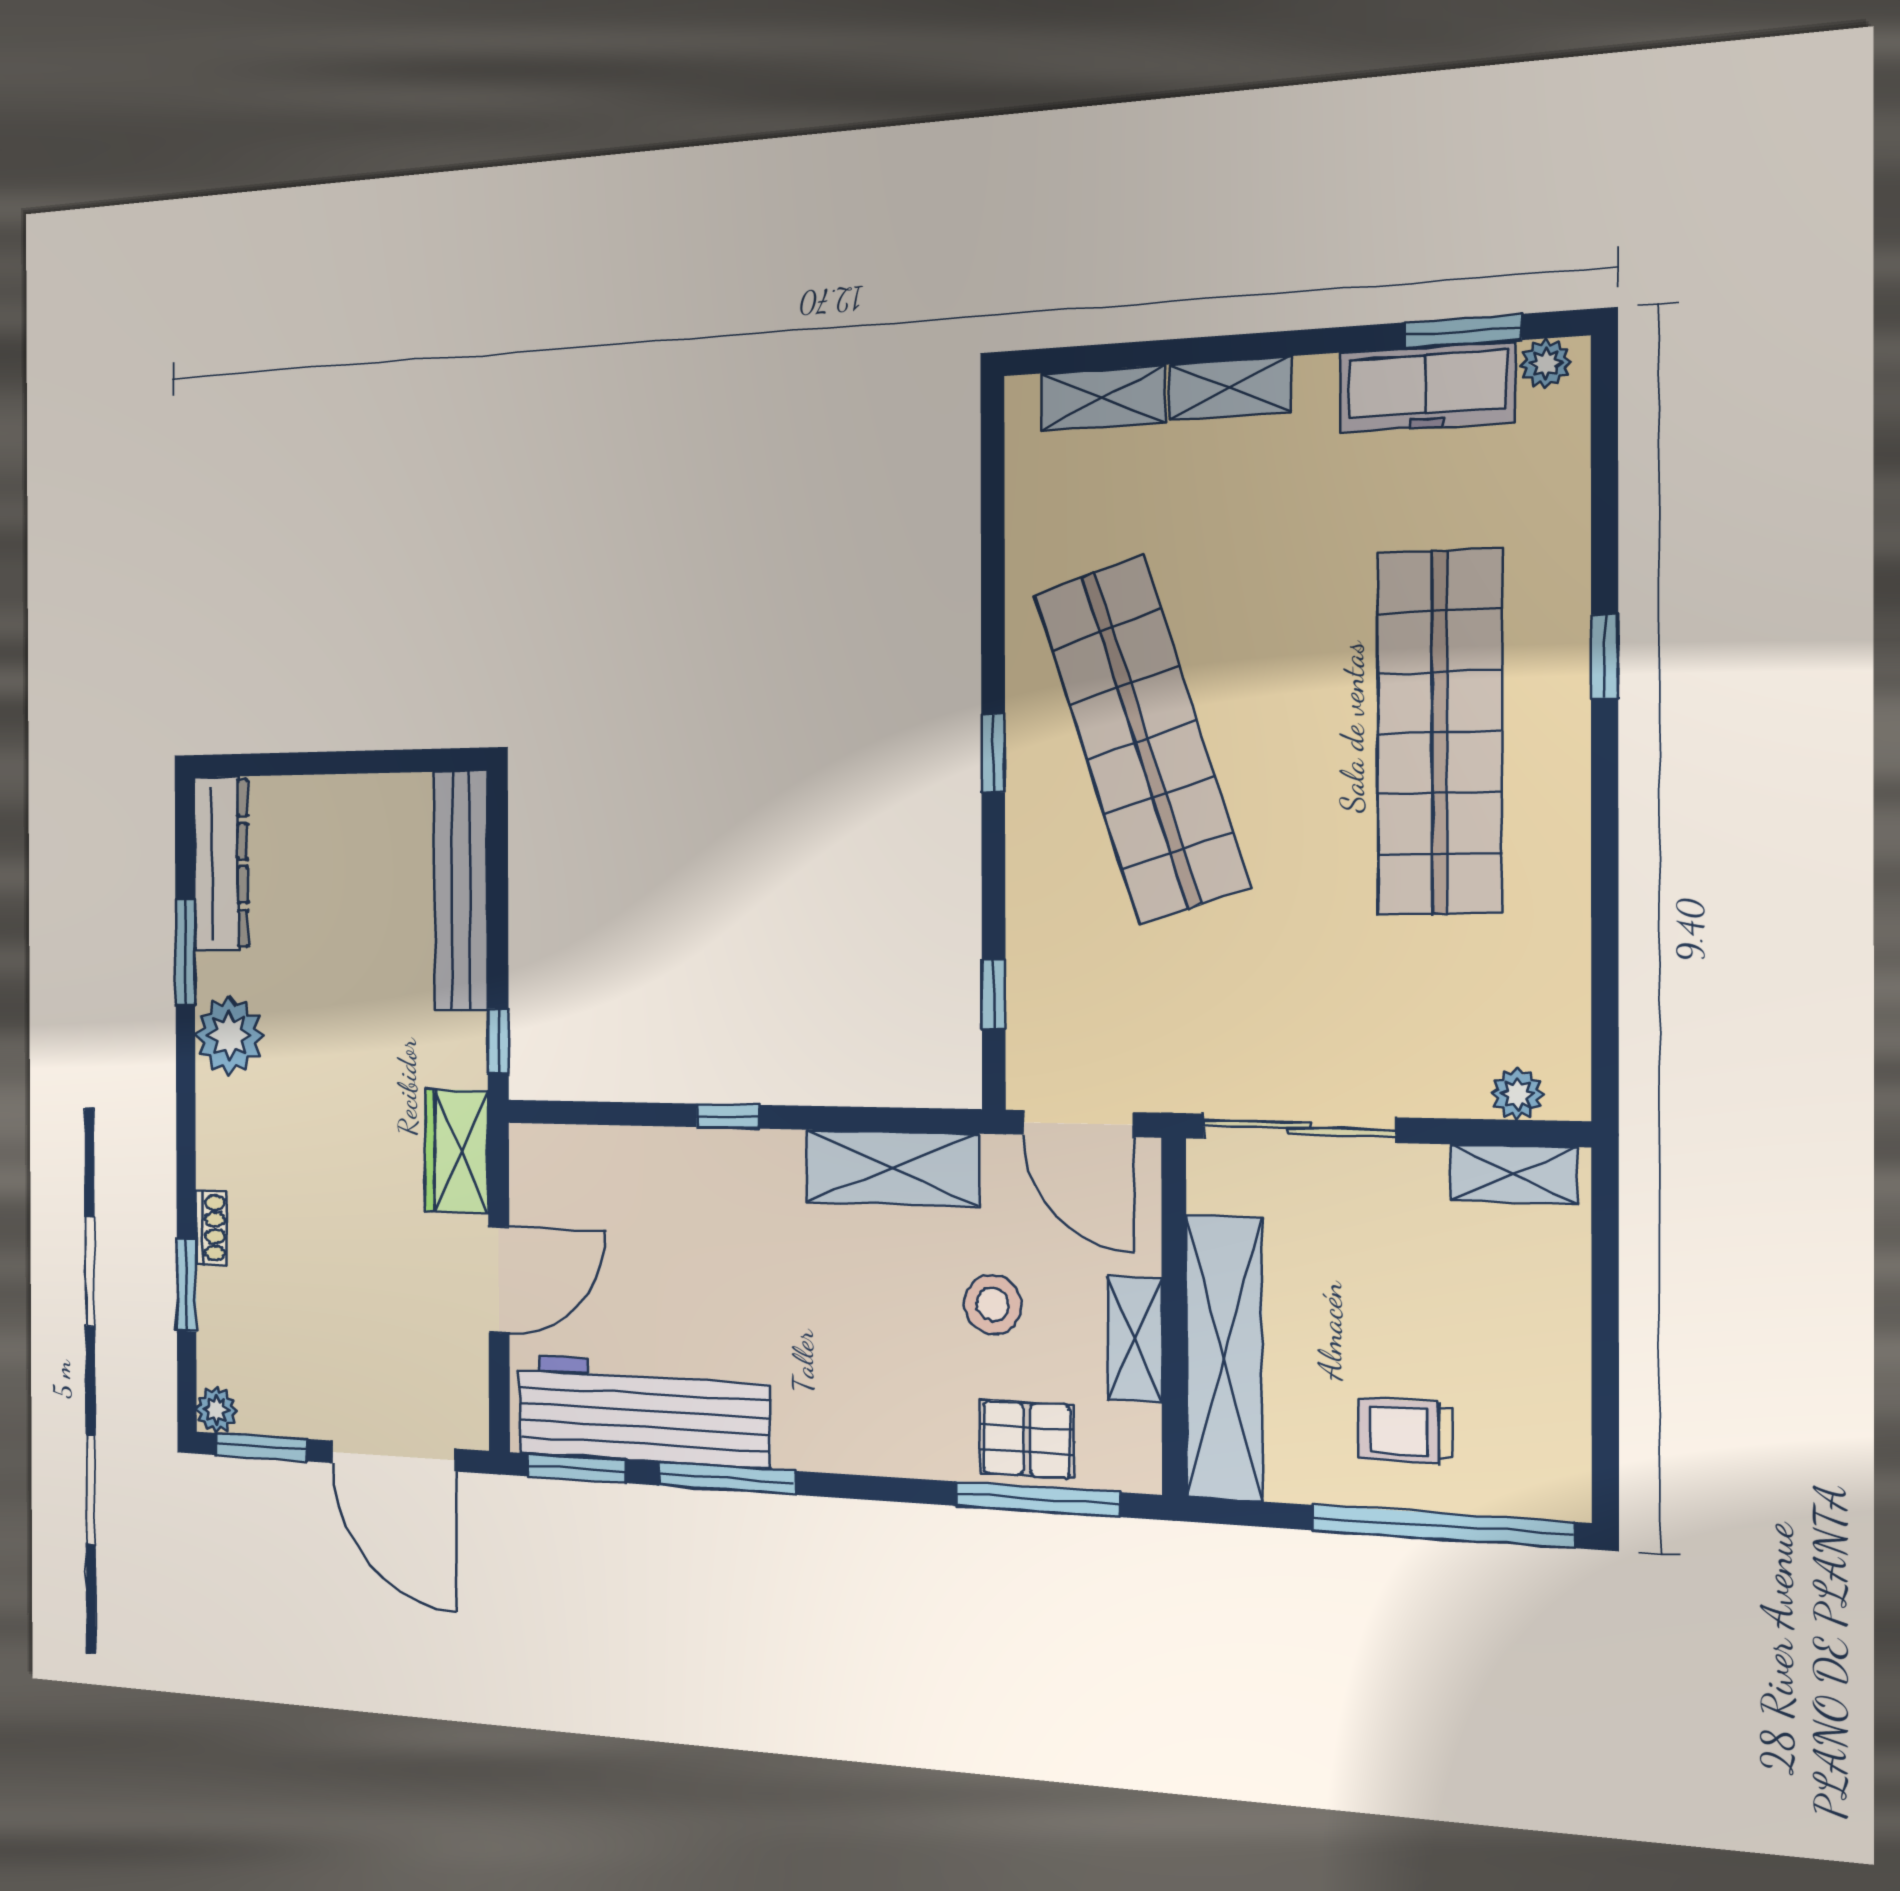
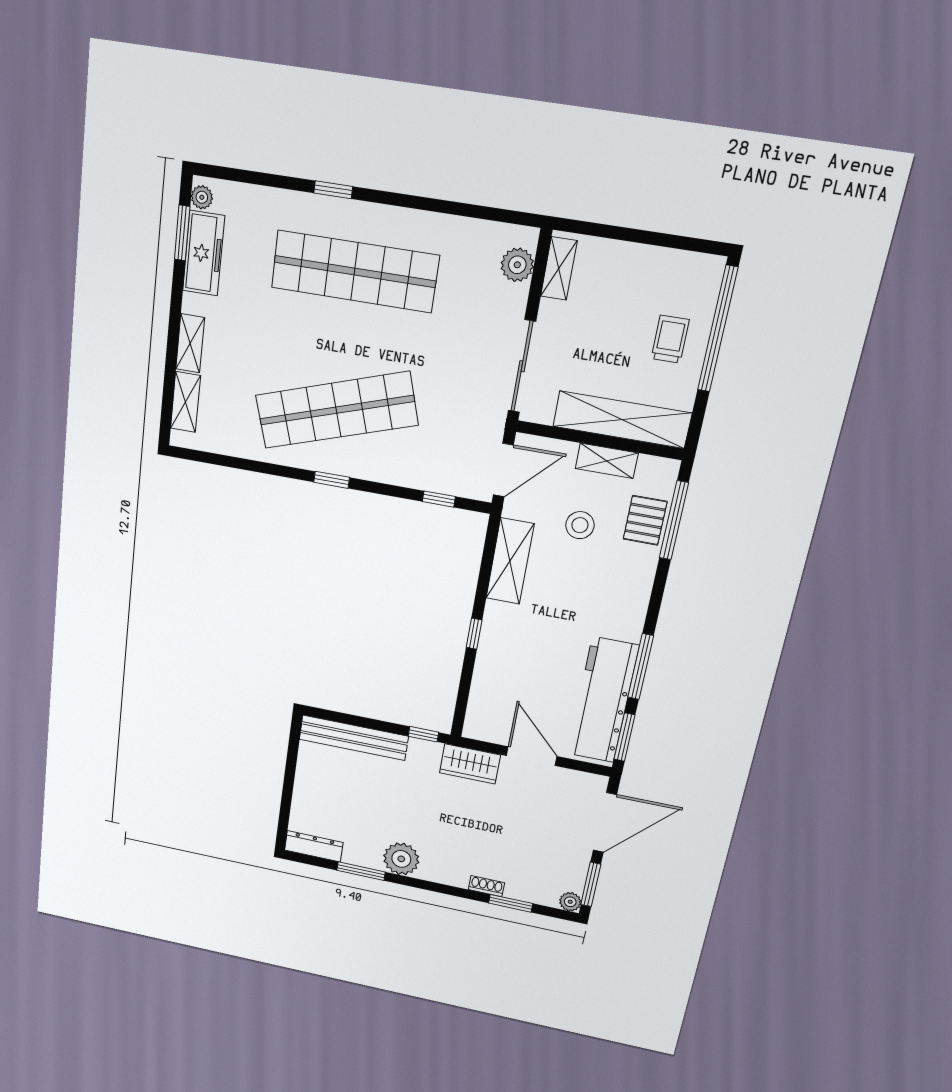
dresser: (221, 863) -> (314, 846), width x0.73, depth x0.80
plant: (1517, 1094) -> (517, 265), width x1.38, depth x1.38
trolley: (1405, 1431) -> (670, 339), turned 180

